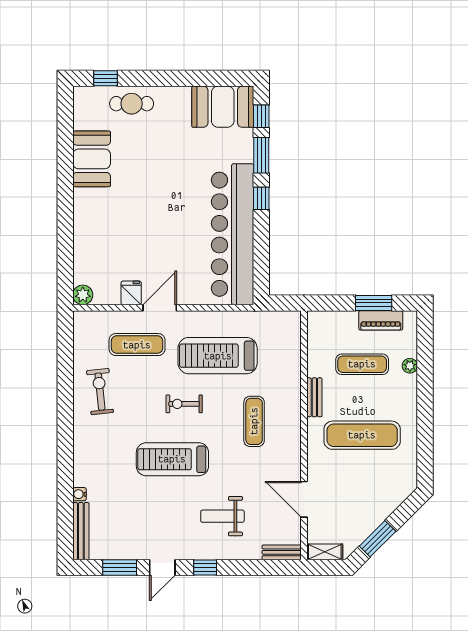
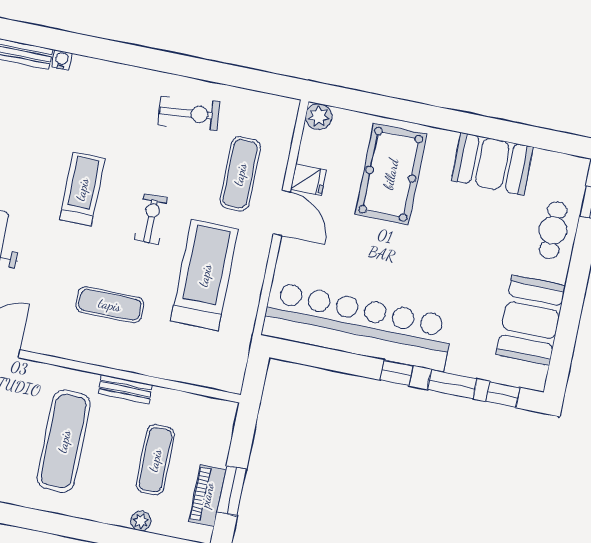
booth: (223, 107) -> (531, 320), moved
pool table: (115, 233) -> (391, 174), added
treadmill: (172, 459) -> (82, 189), width x0.73, depth x0.73

